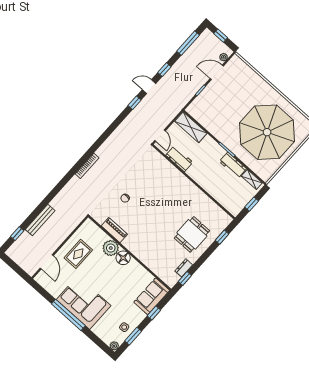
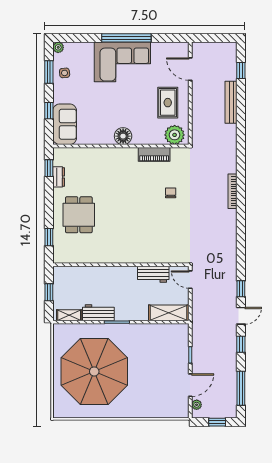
plant: (111, 248) -> (175, 135), moved

